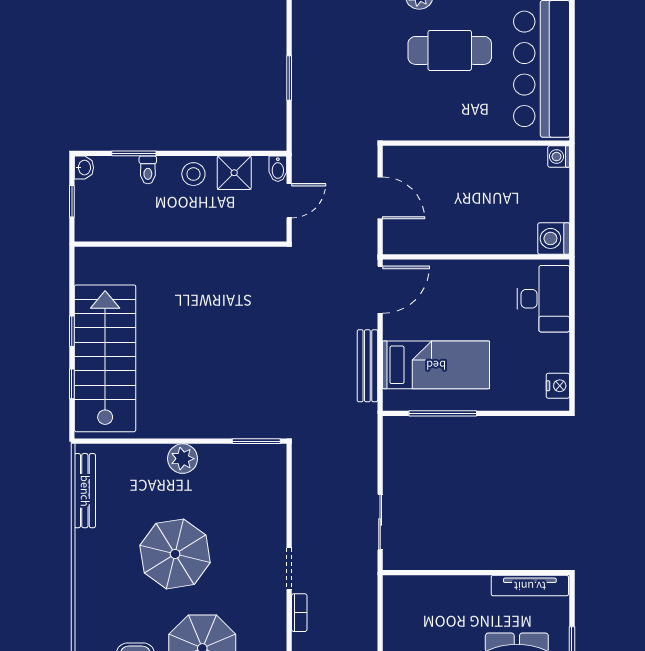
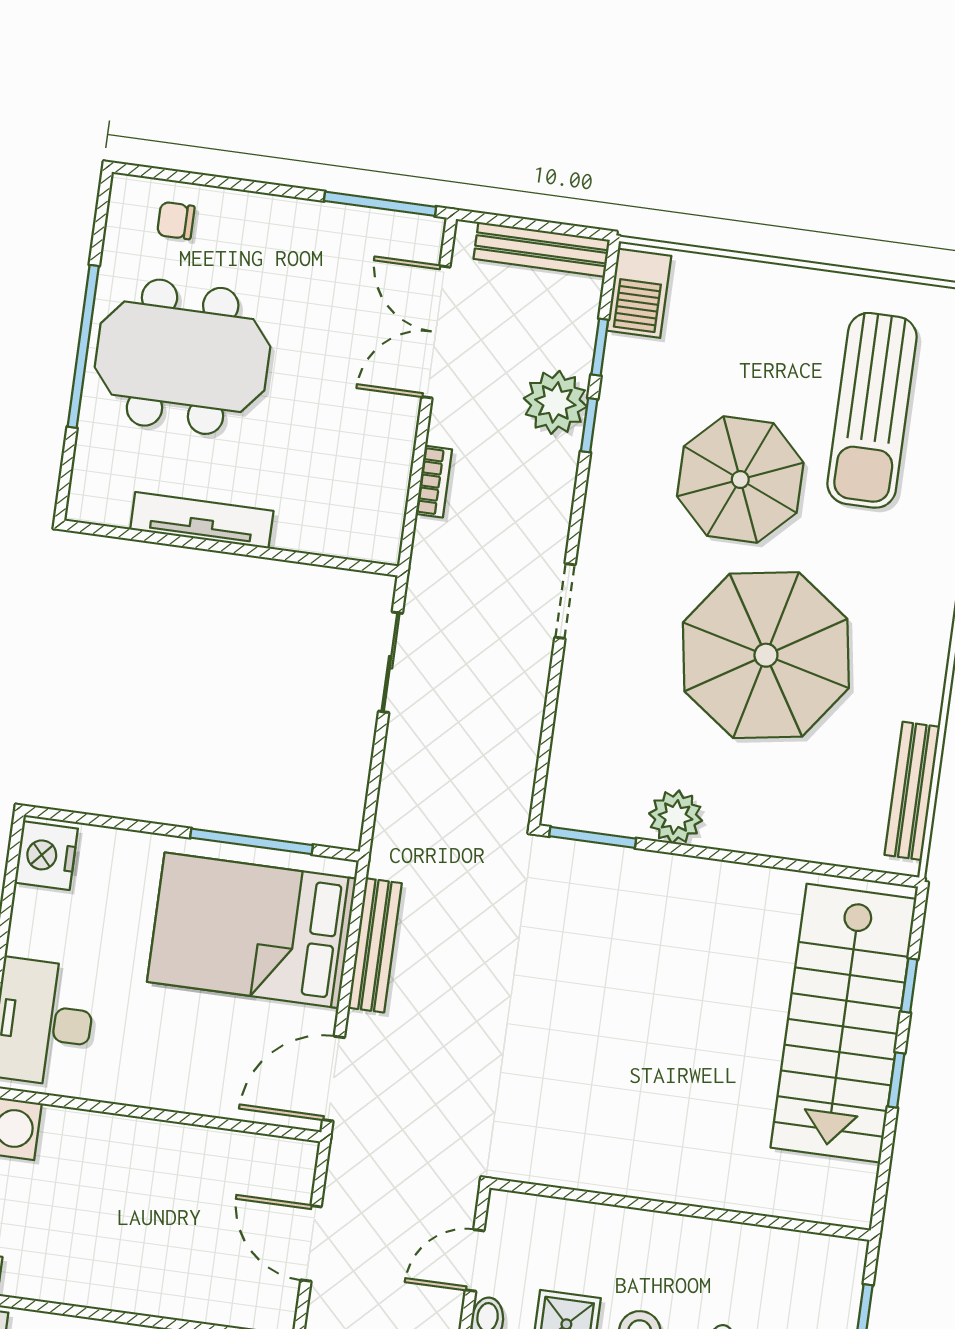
bed: (436, 365) -> (252, 930), width x1.50
nightstand: (558, 386) -> (46, 856), width x1.36, depth x1.33
plant: (183, 459) -> (676, 817), moved
parasol: (175, 554) -> (766, 655), width x1.36, depth x1.36
tv unit: (530, 586) -> (202, 520), moved
bookcase: (299, 613) -> (434, 482), moved, turned 180

